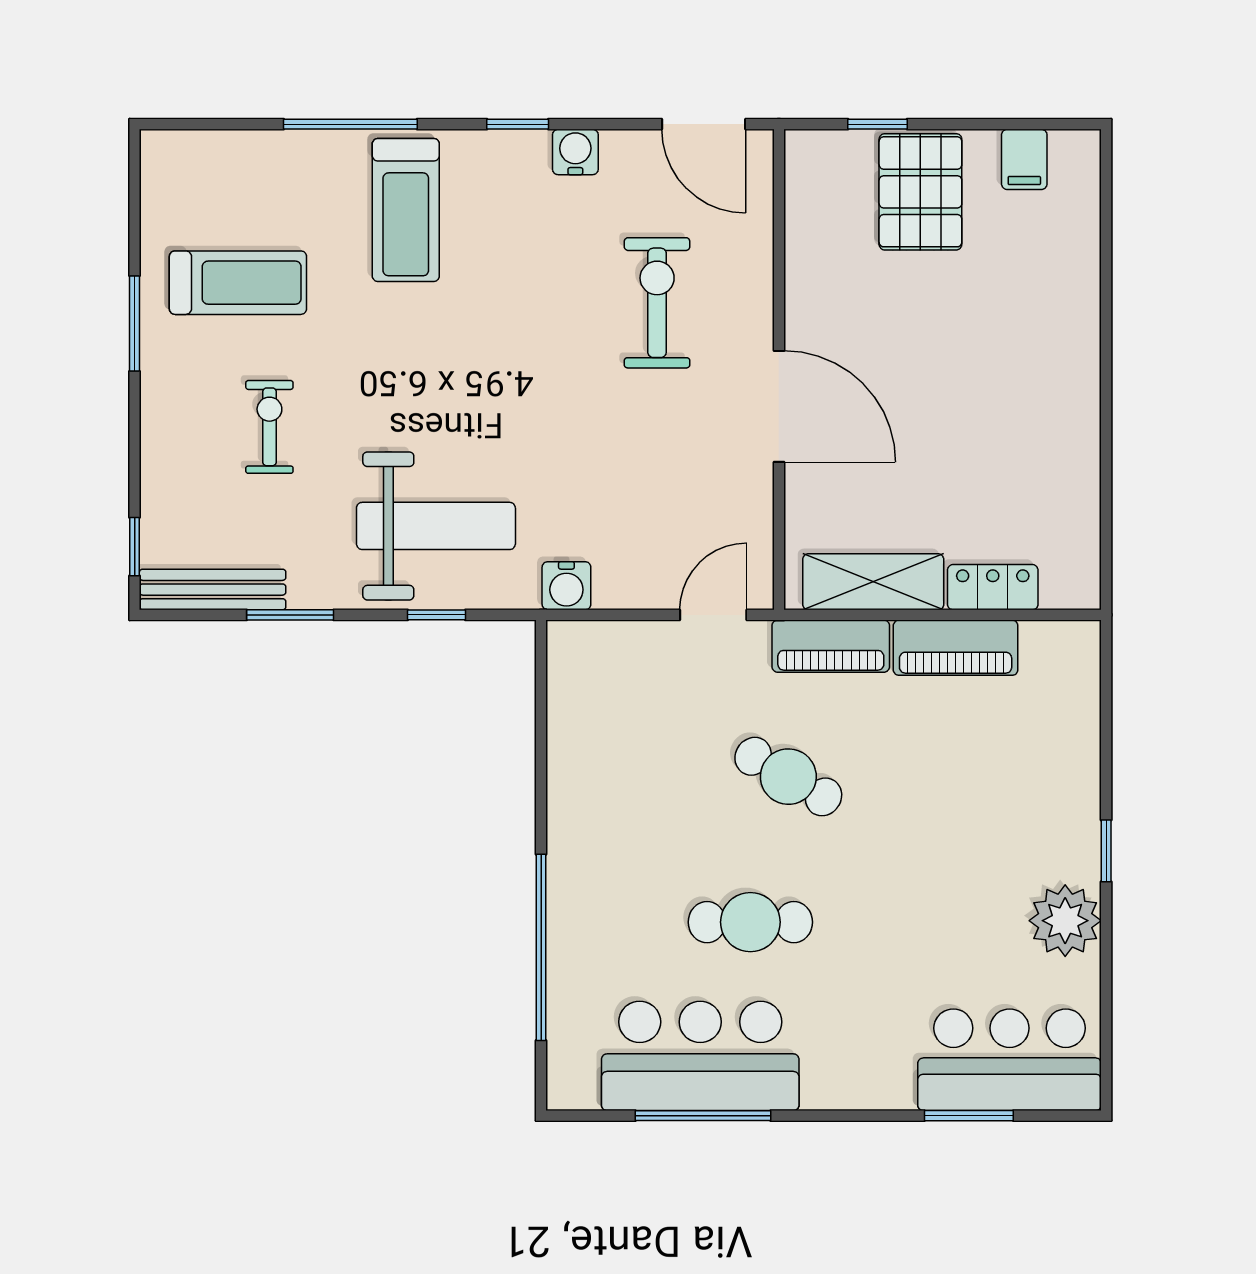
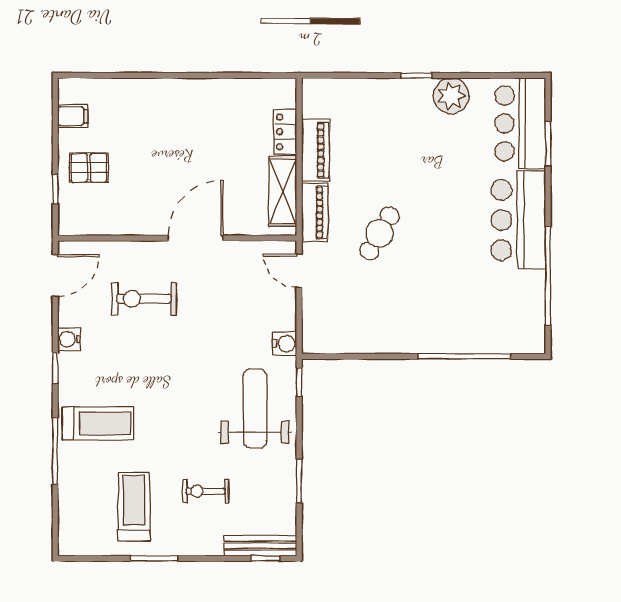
pallet: (920, 192) -> (89, 168), width x0.67, depth x0.71
bench: (213, 590) -> (260, 546), moved, turned 90
window: (437, 615) -> (299, 382), moved
cafe table: (750, 922) -> (452, 252), removed
bar counter: (700, 1056) -> (518, 220), moved
window: (703, 1116) -> (548, 276), width x1.46

